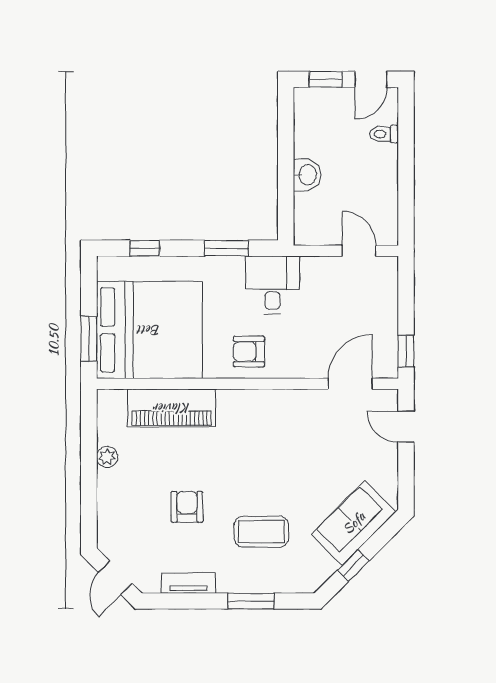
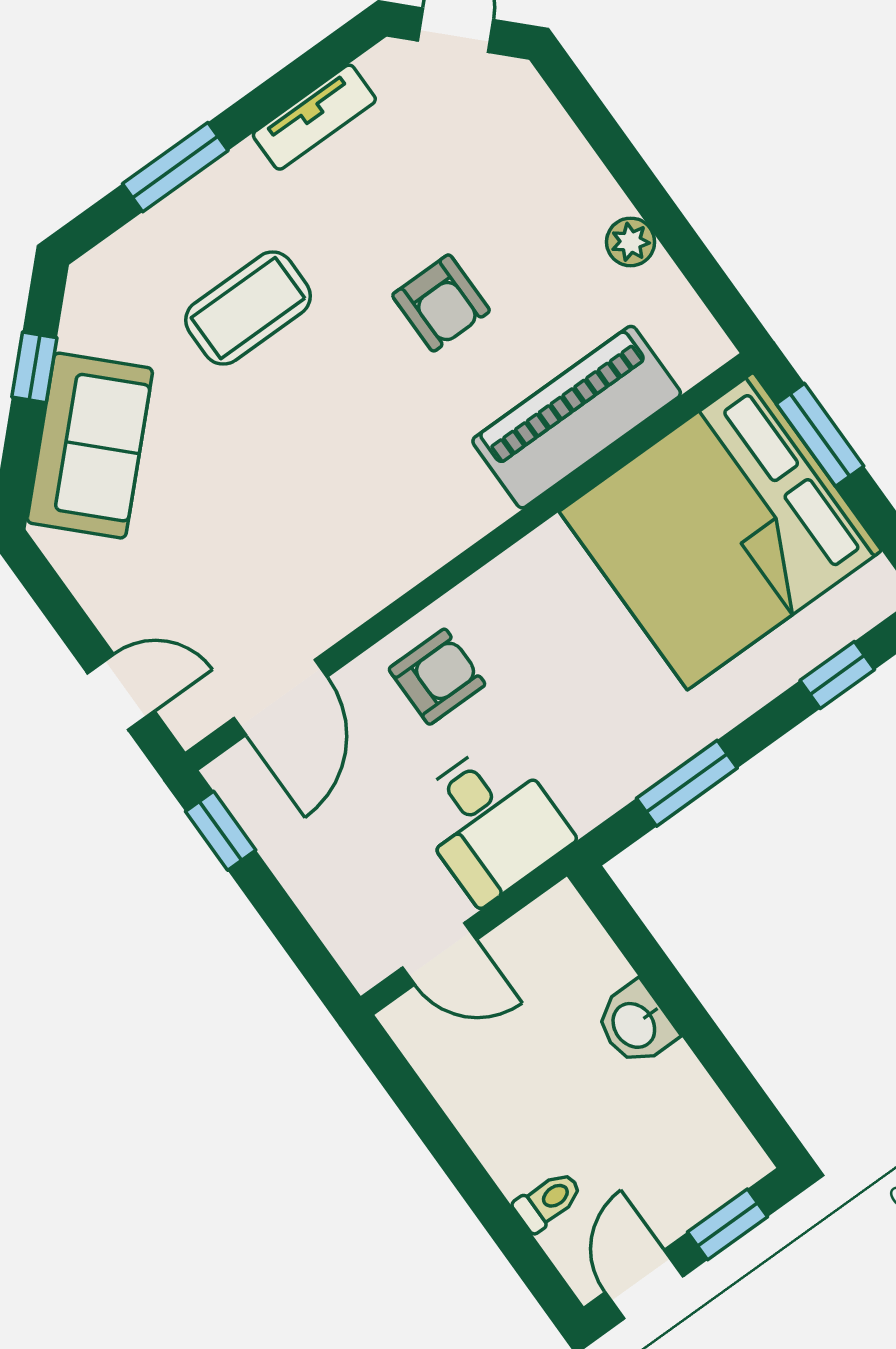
desk: (272, 285) -> (491, 822), moved
armchair: (249, 352) -> (437, 677), moved
armchair: (187, 507) -> (441, 303), moved

